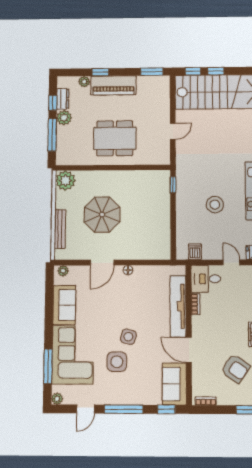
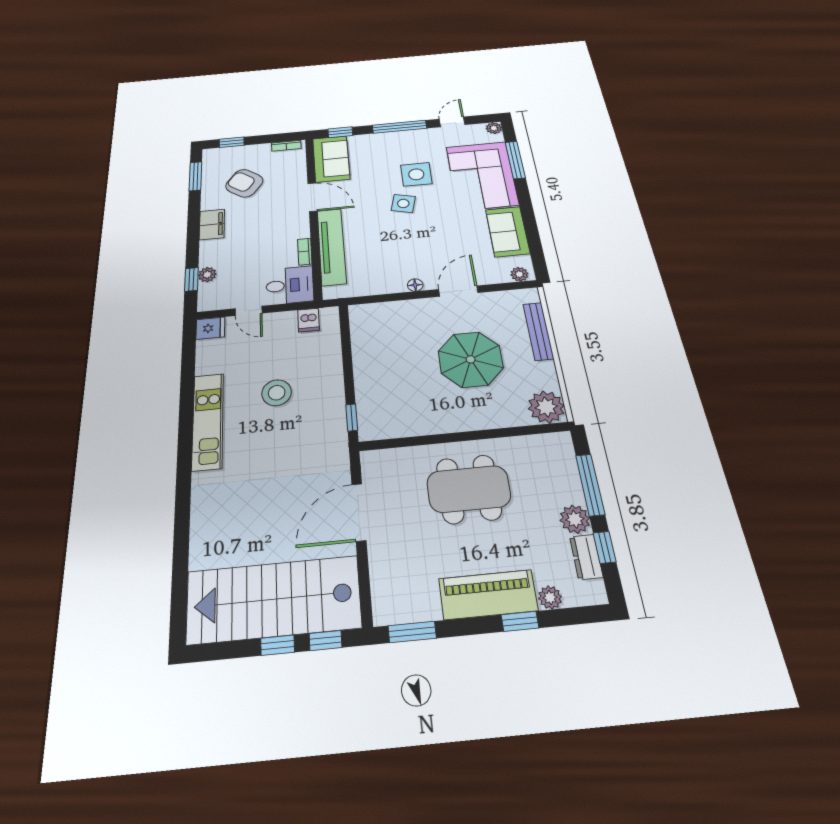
door: (173, 131) -> (359, 512), width x1.87

